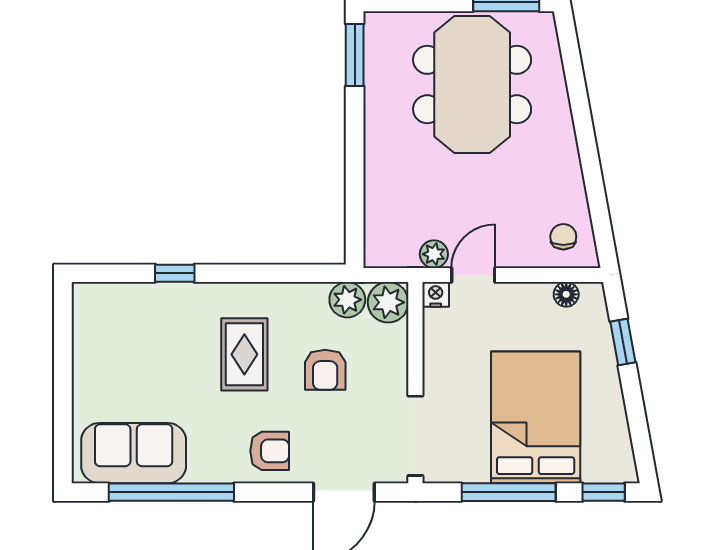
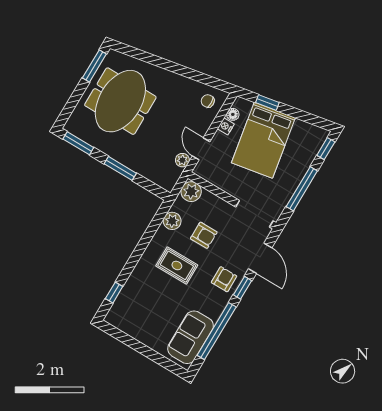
meeting table: (472, 85) -> (120, 101), turned 90
window: (355, 154) -> (120, 168), added
window: (175, 273) -> (114, 293), moved
nightstand: (436, 294) -> (226, 126), moved
plant: (347, 300) -> (172, 221), moved
bed: (536, 417) -> (263, 140), moved, turned -100
window: (274, 492) -> (242, 288), added

